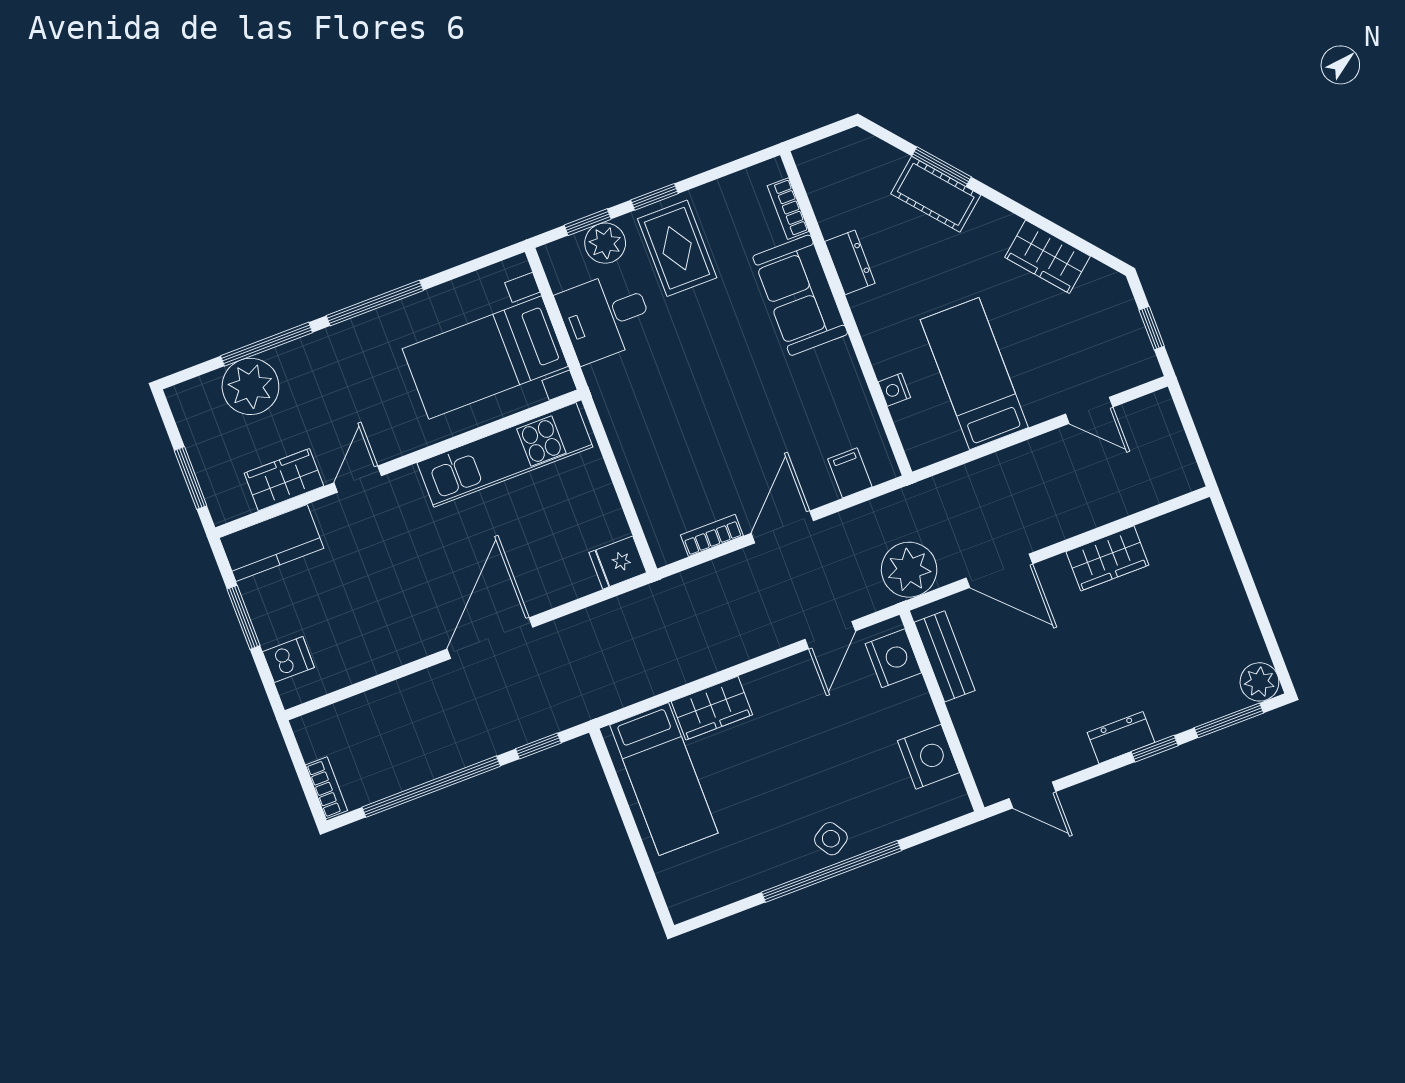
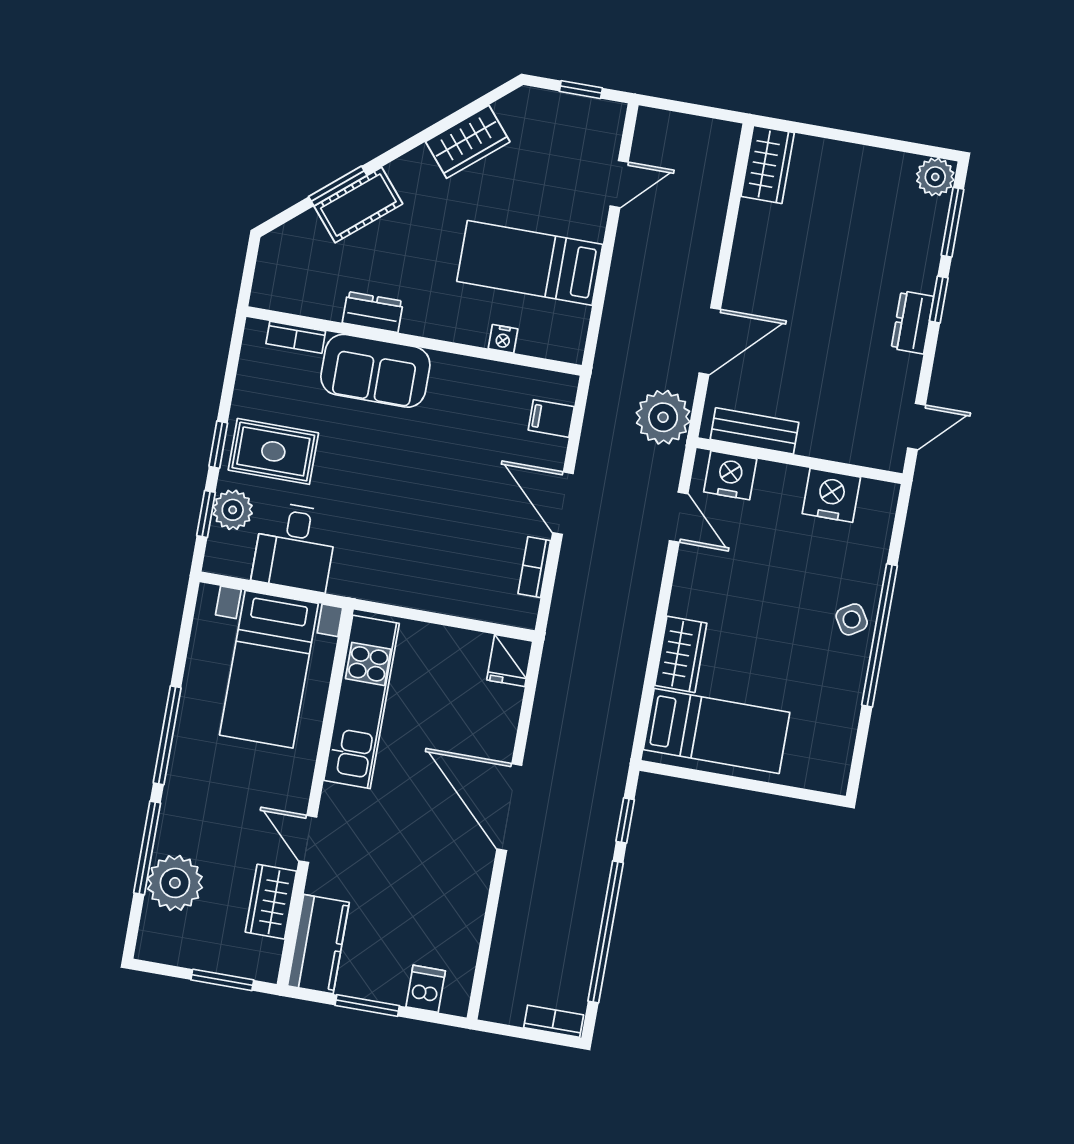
wardrobe: (1107, 558) -> (768, 165), moved

